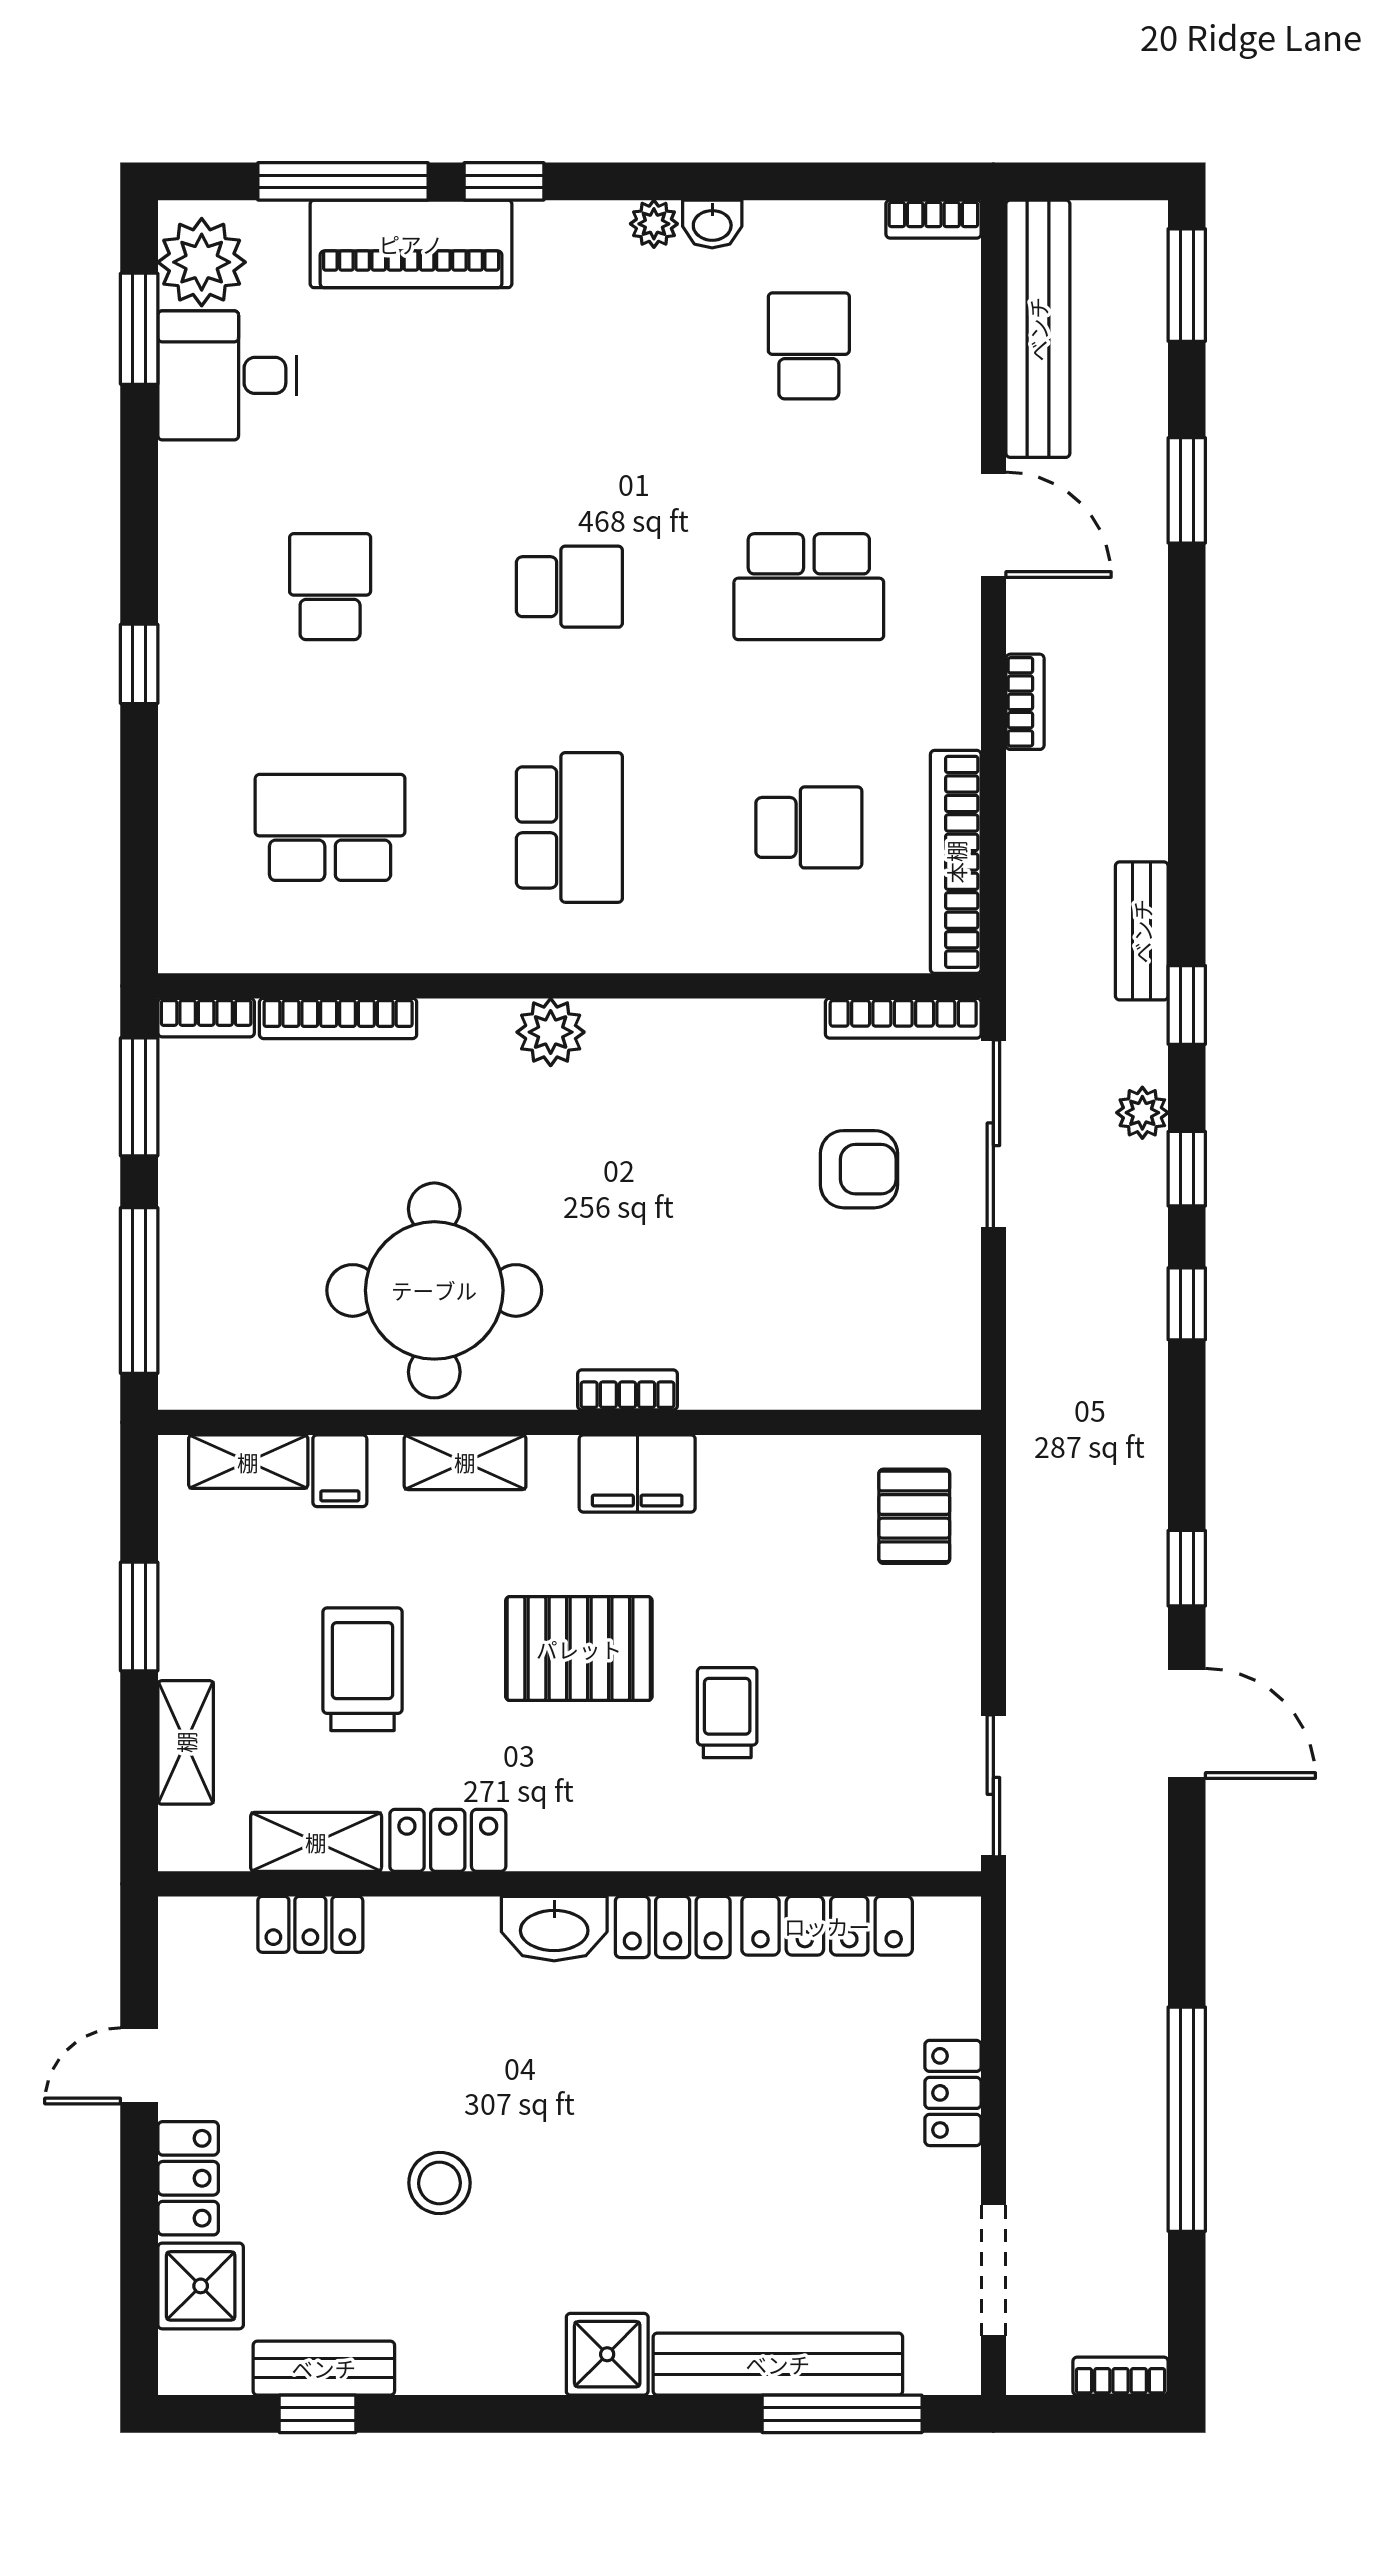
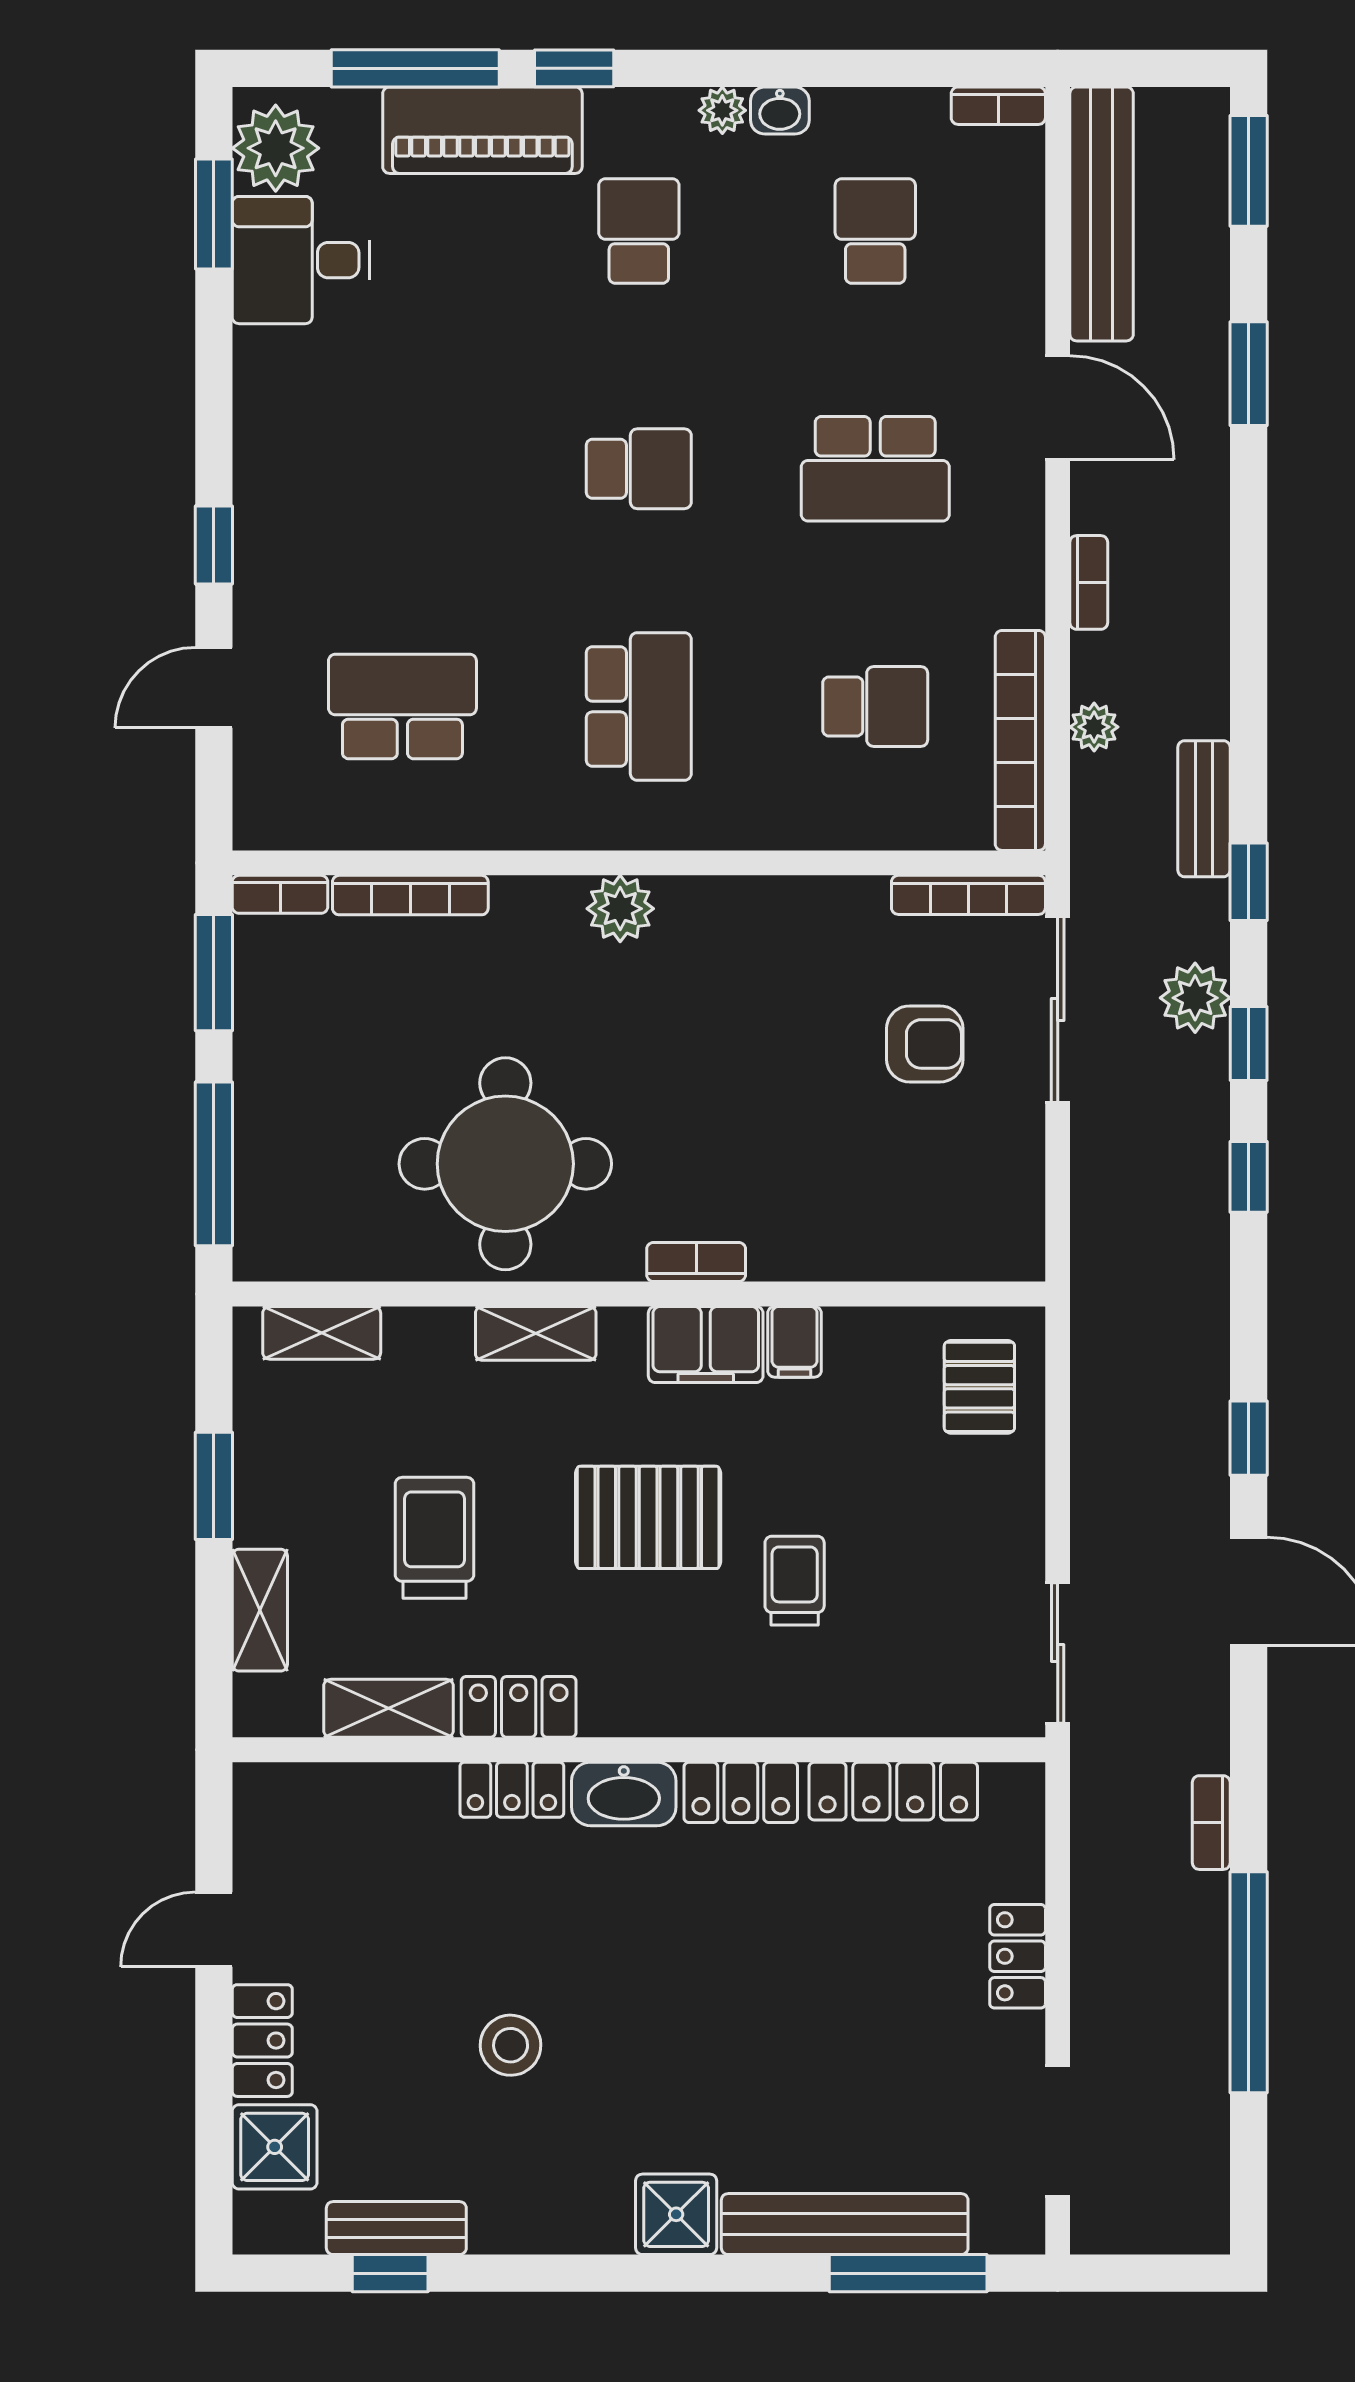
school desk: (330, 587) -> (639, 231), moved
door: (139, 808) -> (214, 688), added
plant: (1030, 848) -> (1094, 727), added
plant: (1142, 1113) -> (1195, 998), width x1.38, depth x1.38
filing cabinet: (340, 1471) -> (795, 1342), moved
locker: (310, 1924) -> (512, 1790), moved
bookcase: (1121, 2376) -> (1211, 1823), moved, turned -90

